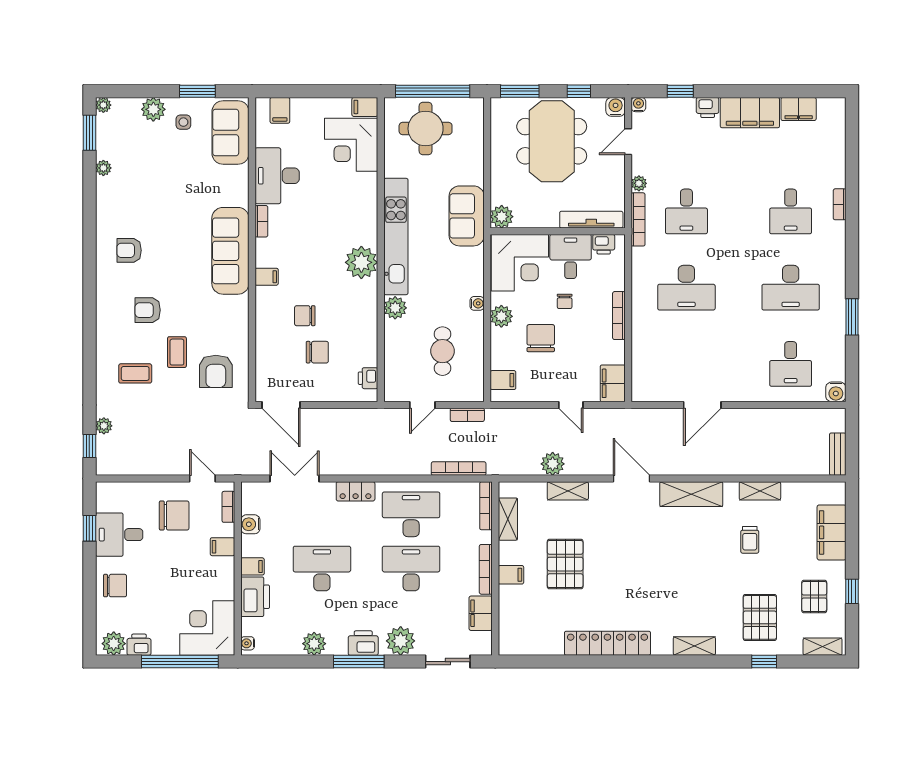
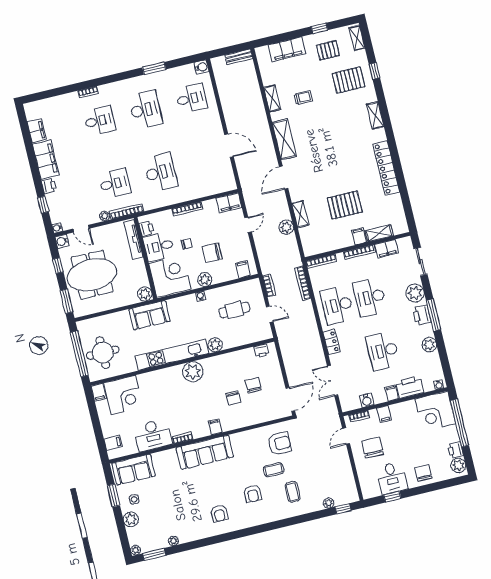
shelving: (508, 519) -> (379, 233), moved

